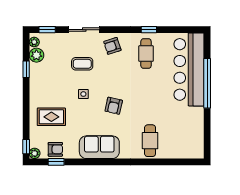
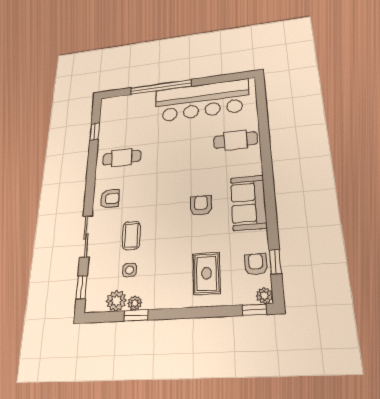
window: (149, 30) -> (95, 131), moved
plant: (34, 42) -> (135, 303), moved
armchair: (112, 46) -> (110, 199), turned -72
bar counter: (189, 69) -> (202, 100), moved
side table: (83, 94) -> (130, 270), moved
armchair: (114, 106) -> (201, 205), moved, turned -101

